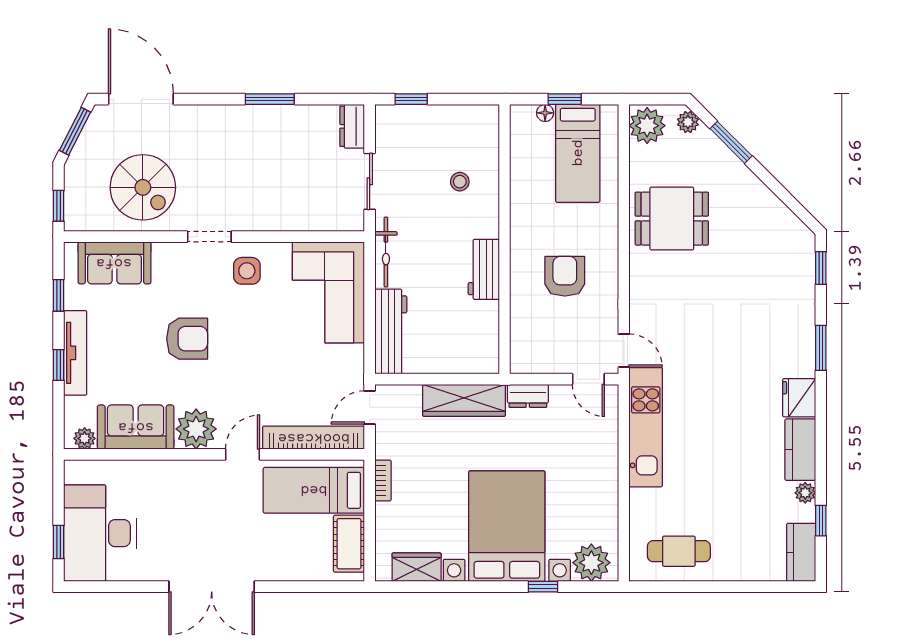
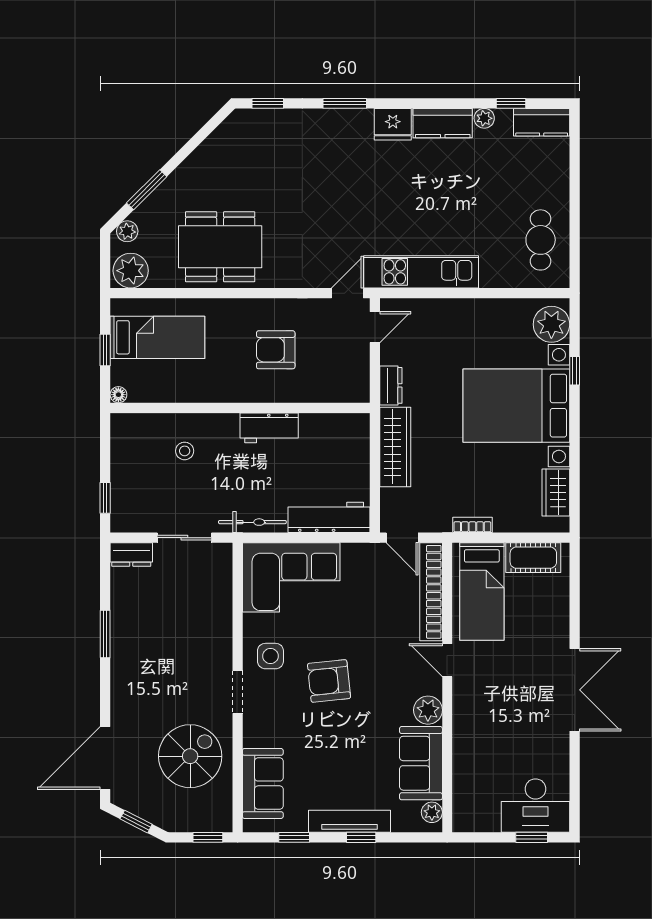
floor lamp: (545, 113) -> (118, 395), moved
window: (75, 131) -> (136, 822), width x0.67
dining table: (672, 219) -> (220, 247), width x1.38
armchair: (187, 339) -> (329, 681), moved, turned -96
plant: (196, 429) -> (428, 710), width x0.73, depth x0.73
desk: (100, 533) -> (535, 806), width x0.73, depth x0.77

